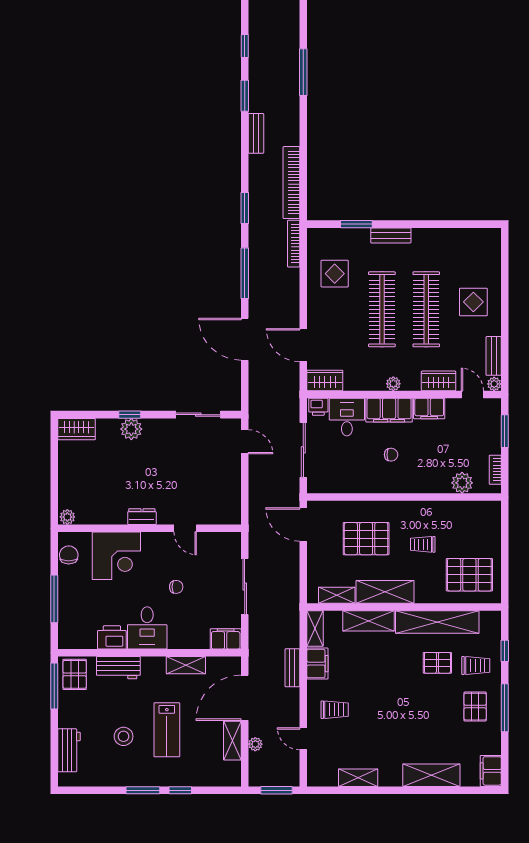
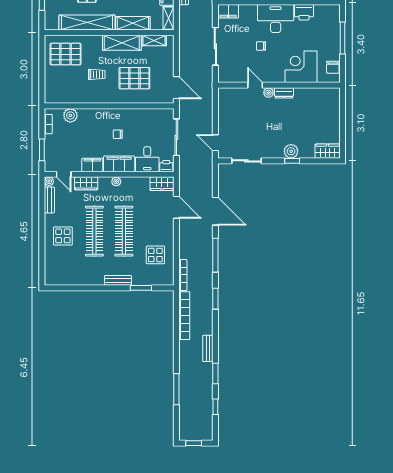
plant: (67, 517) -> (268, 93), moved
desk: (147, 628) -> (276, 19), width x1.37

